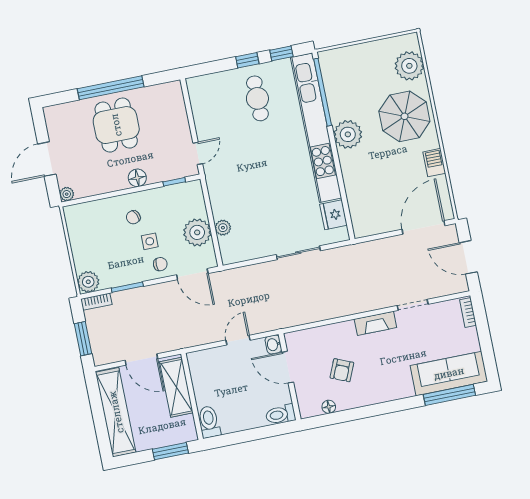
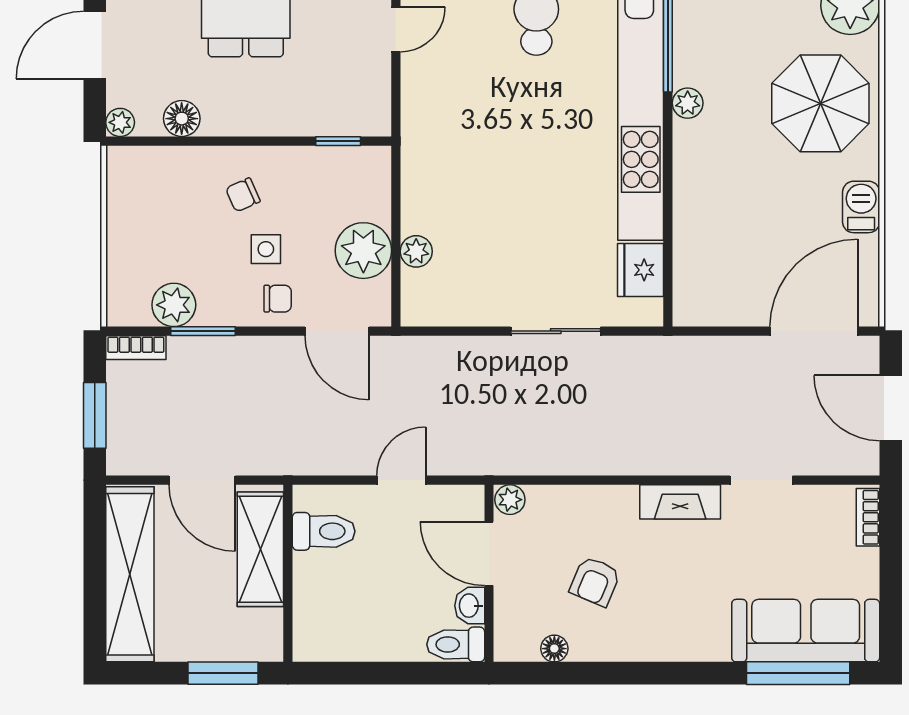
plant: (348, 134) -> (688, 103), width x0.53, depth x0.53
door: (198, 153) -> (396, 29), moved
floor lamp: (137, 178) -> (182, 119), moved
plant: (88, 282) -> (174, 305), moved
plant: (293, 339) -> (510, 500), added
washbasin: (273, 344) -> (470, 606), moved
toilet: (209, 422) -> (324, 531), moved, turned 90

